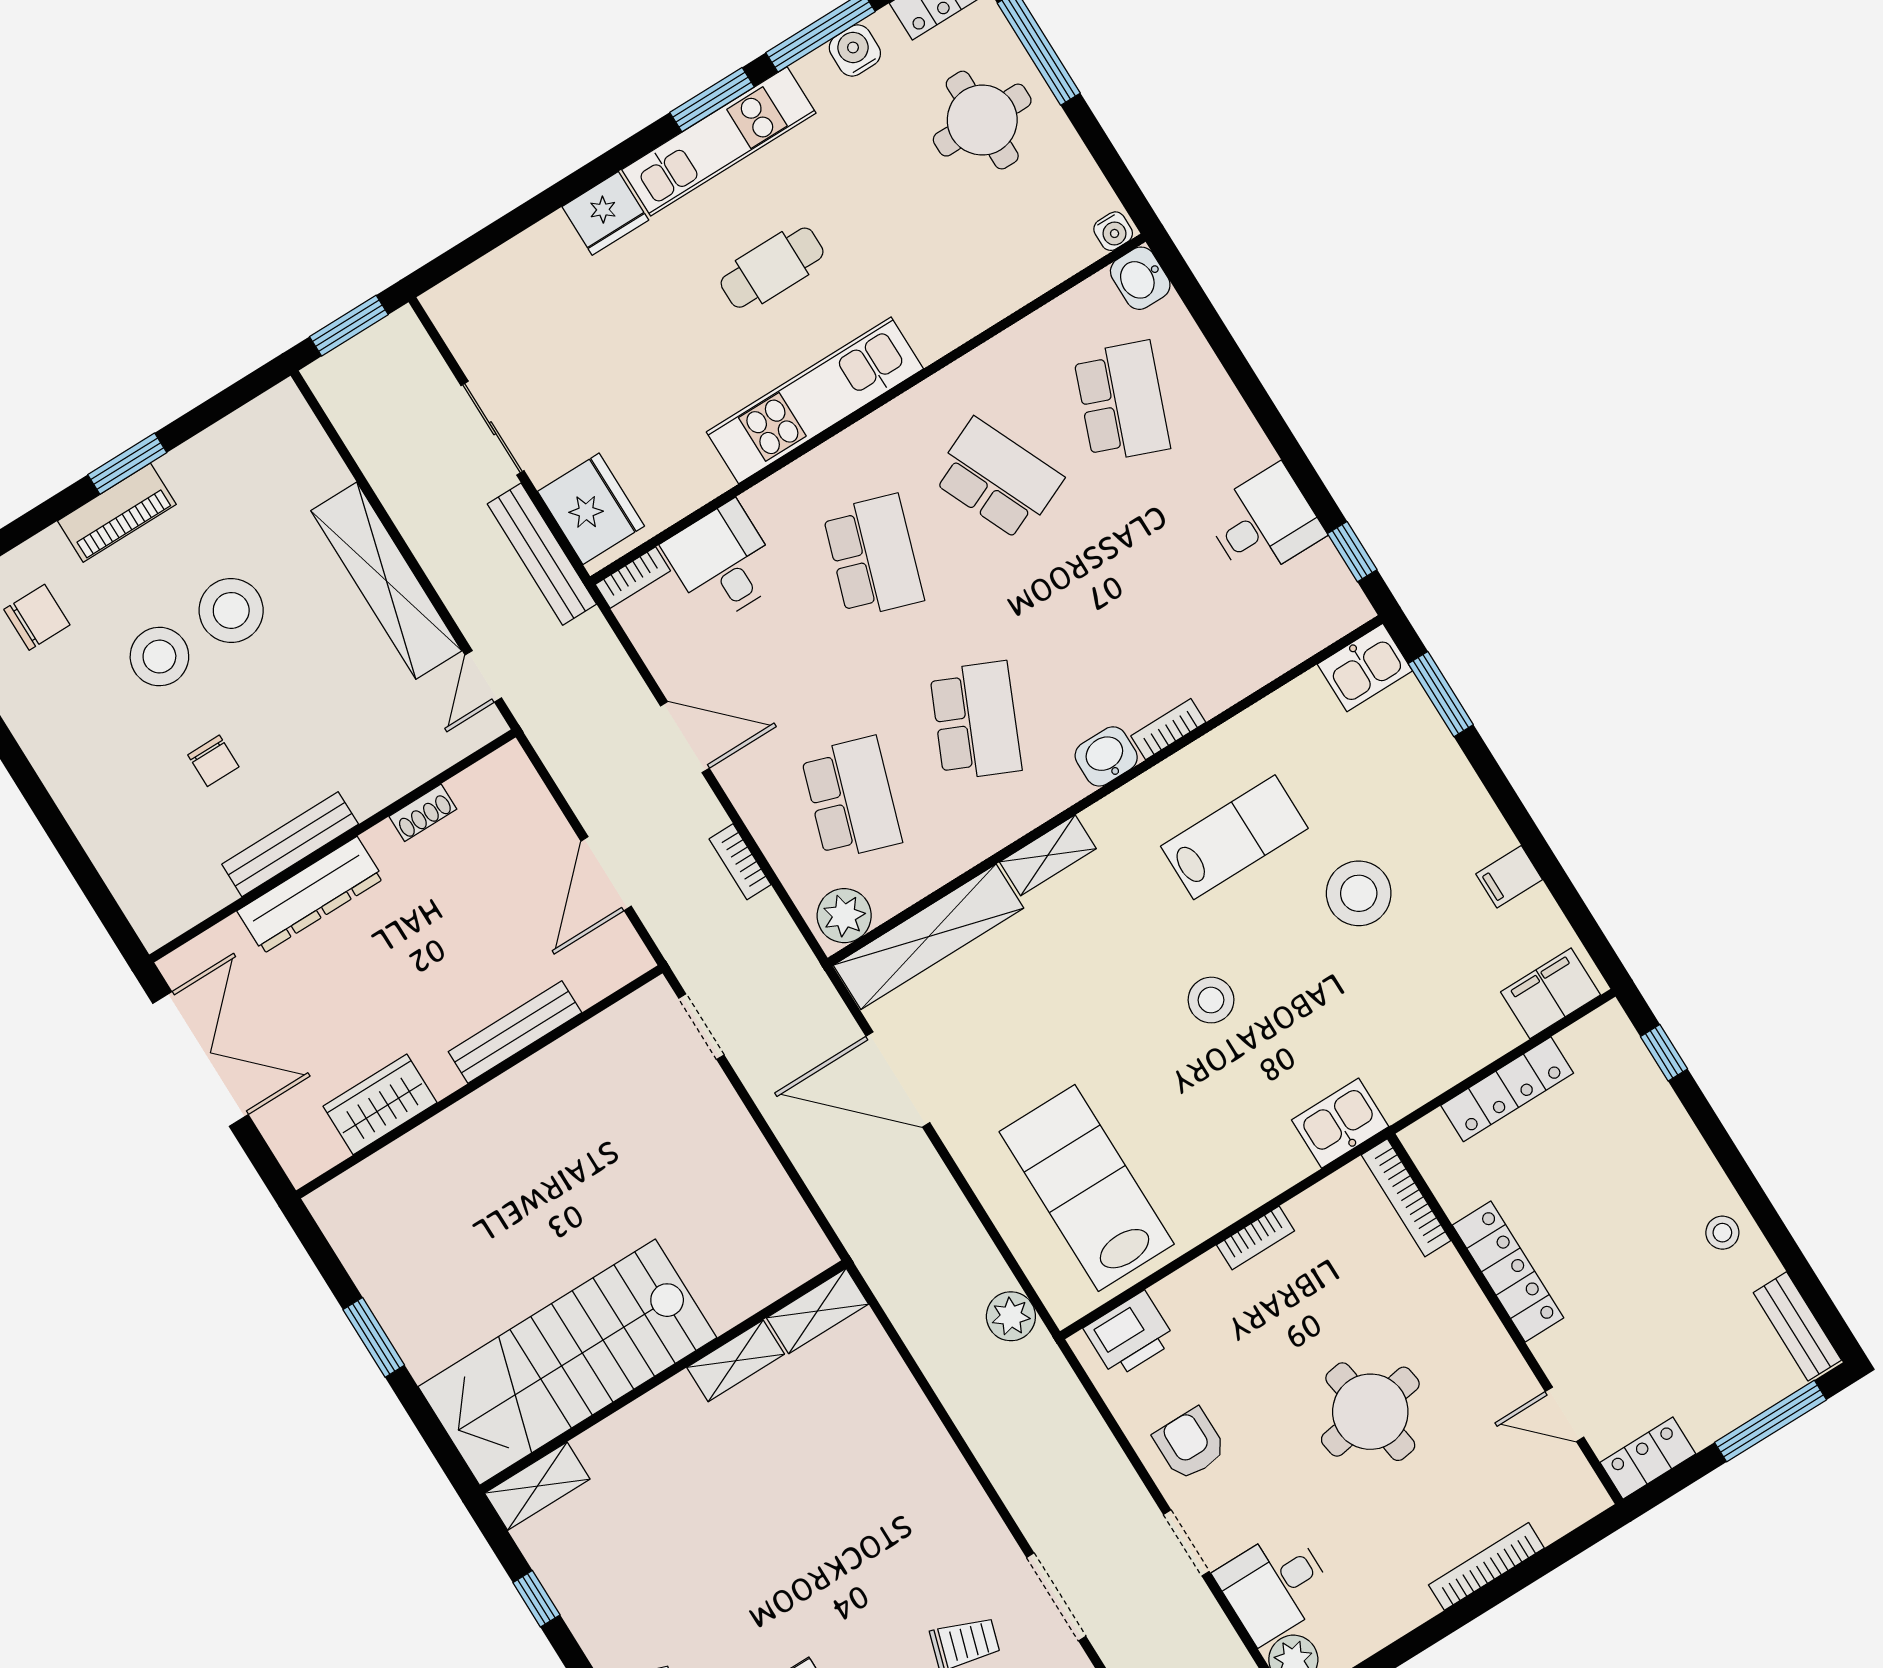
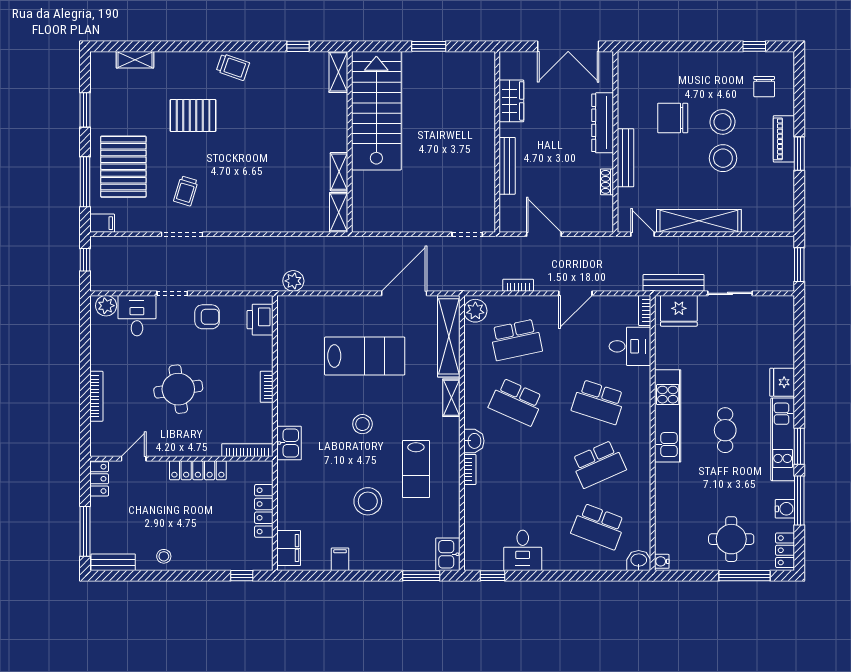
chair: (213, 761) -> (673, 118), width x1.87, depth x1.87
school desk: (851, 798) -> (516, 340), turned -30
bench: (290, 844) -> (625, 158), moved
lab bench: (1087, 1188) -> (365, 356), moved

